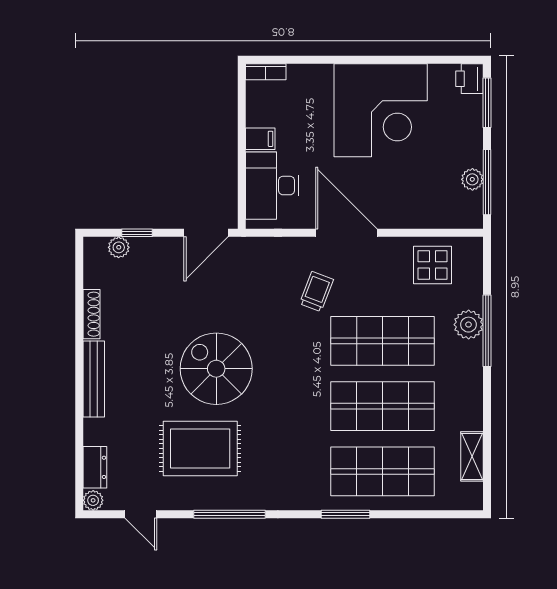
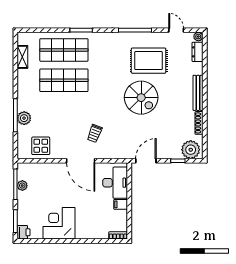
corner desk: (381, 110) -> (59, 223), width x0.74, depth x0.74
plant: (119, 247) -> (191, 150), width x1.88, depth x1.88
shop shelf: (382, 341) -> (64, 111), removed

